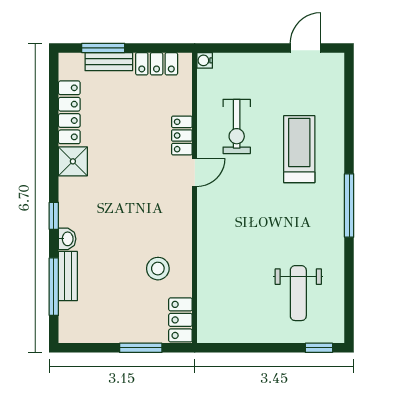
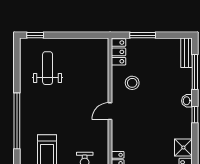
door: (195, 172) -> (110, 111), moved
window: (349, 206) -> (17, 121), width x1.46
bench: (68, 276) -> (186, 53), moved

